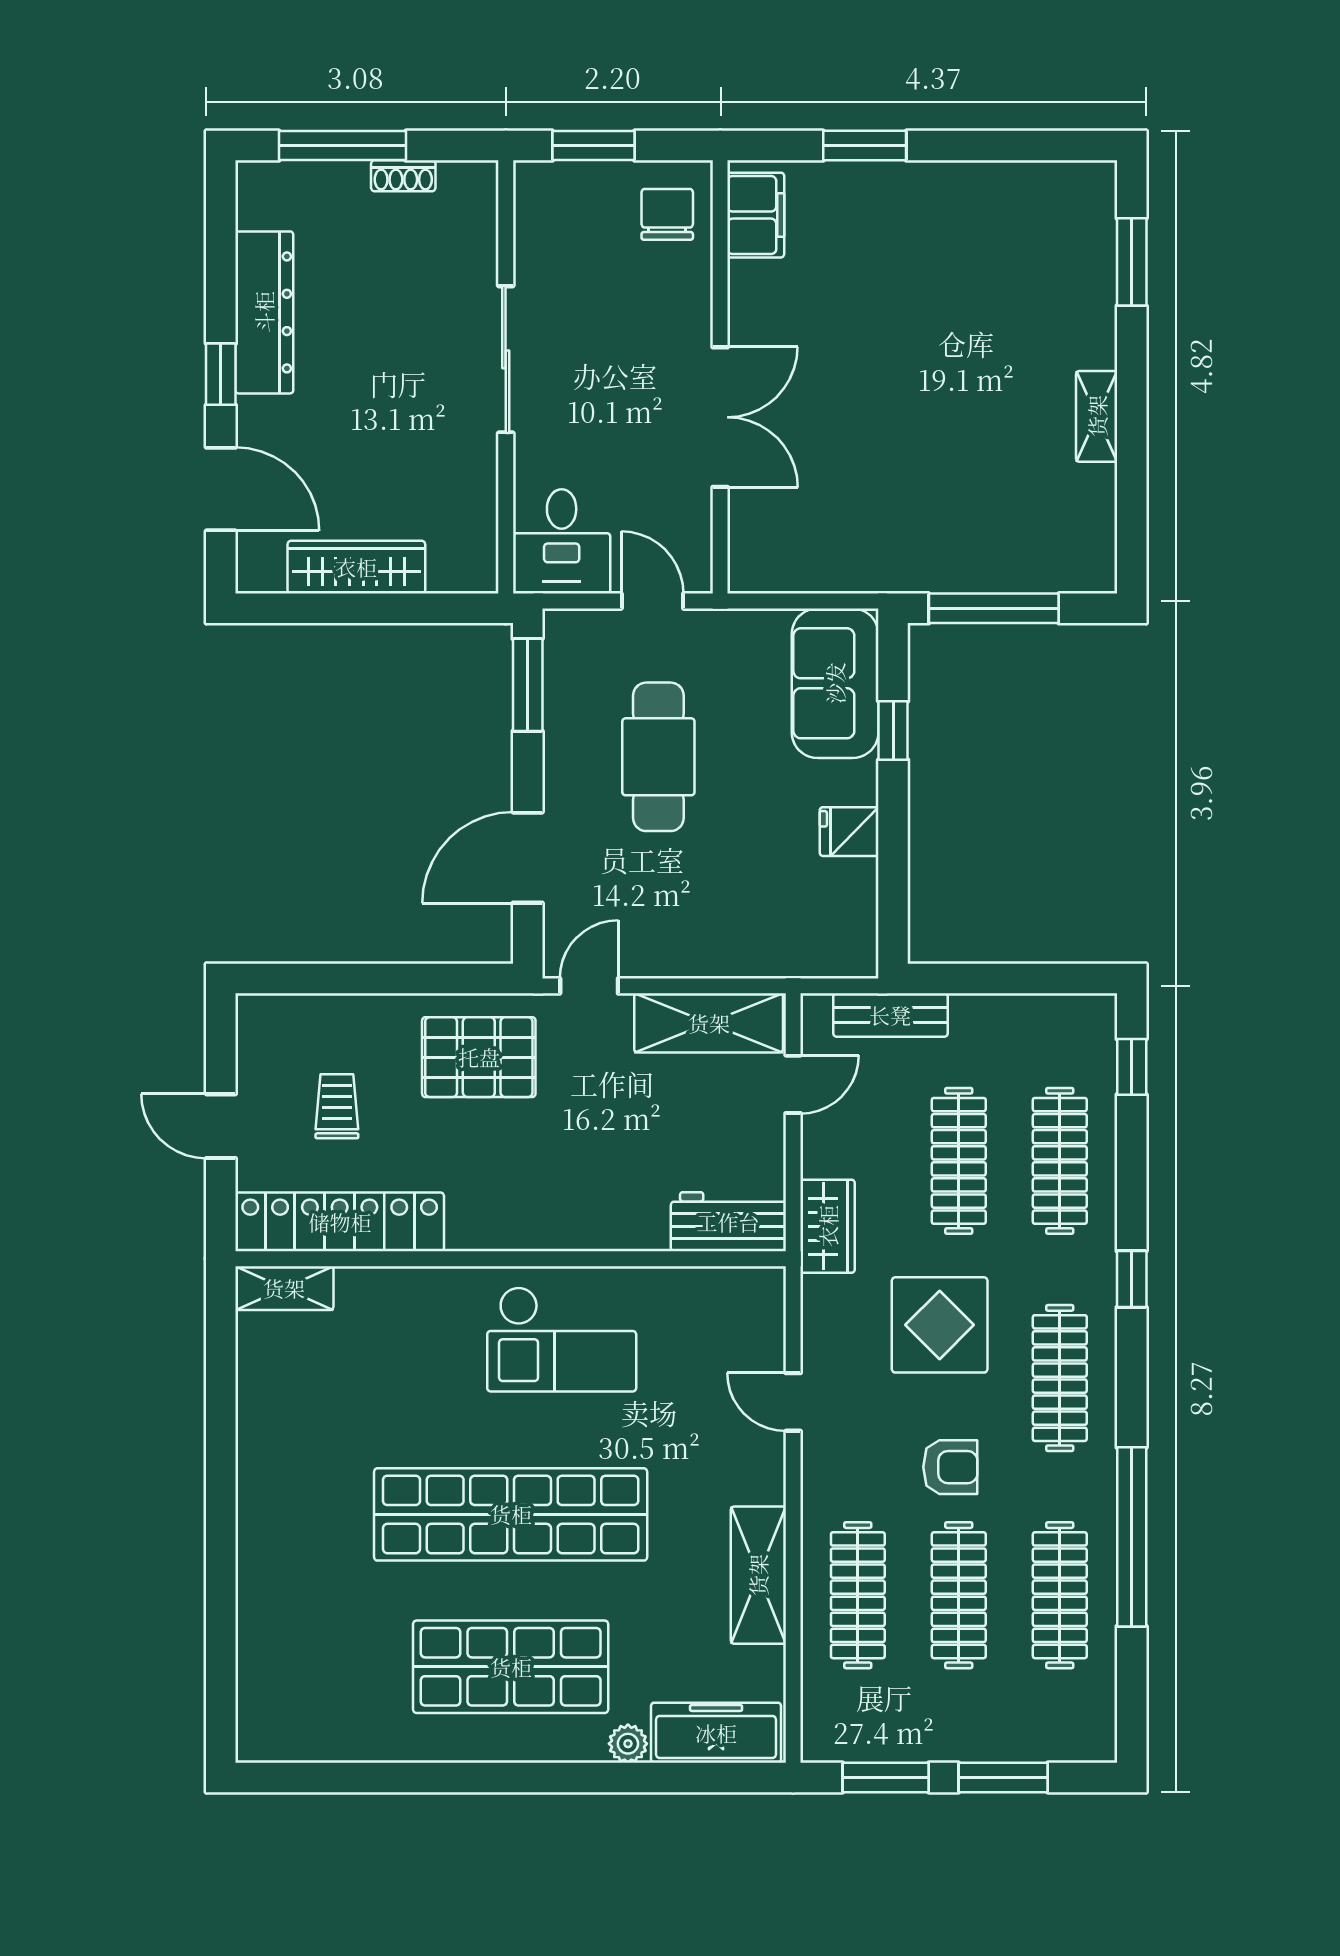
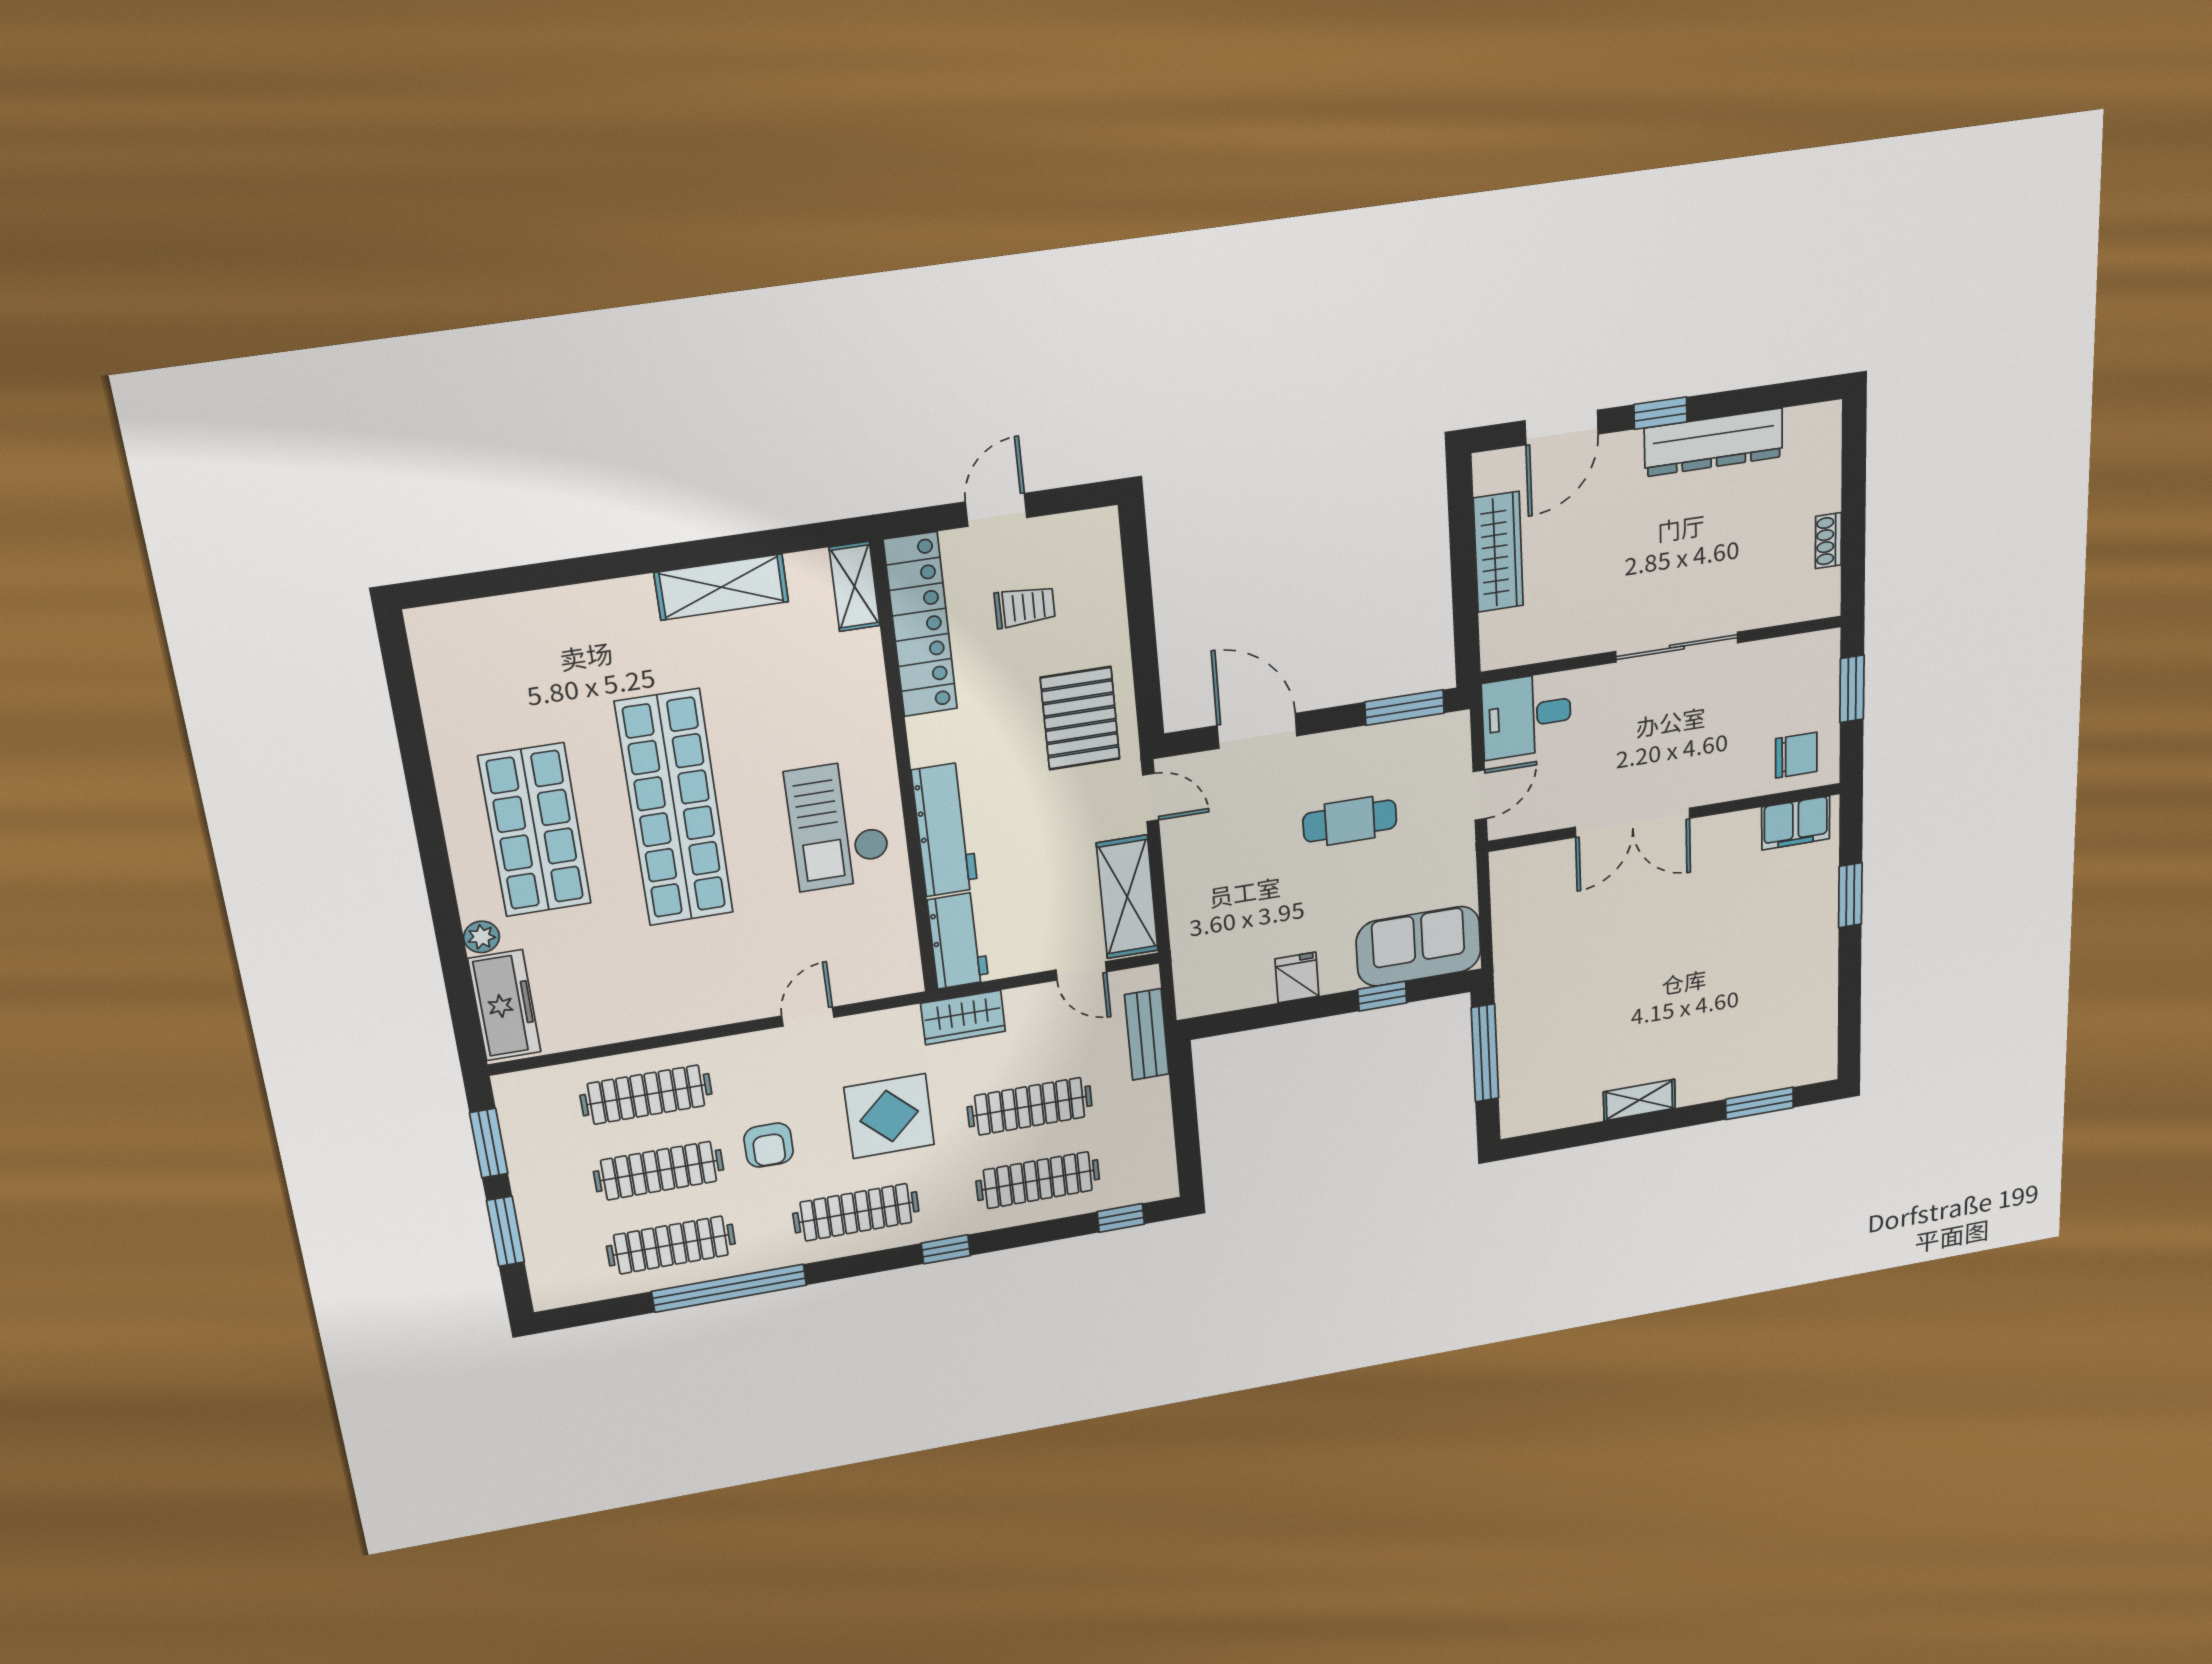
window: (342, 146) -> (1854, 487), removed
cafe table: (658, 757) -> (1350, 821), width x0.73, depth x0.74
workbench: (588, 1222) -> (945, 830), added
shelving: (758, 1575) -> (721, 587), moved

